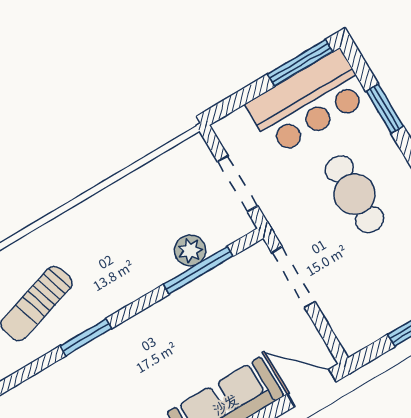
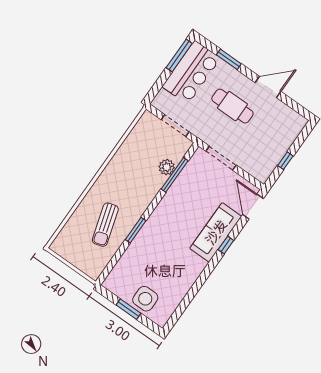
door: (312, 388) -> (253, 207), hinge flipped

